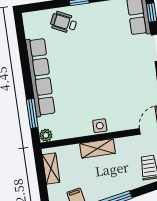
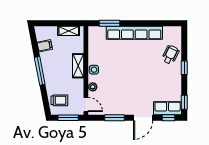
plant: (46, 135) -> (93, 87), moved

